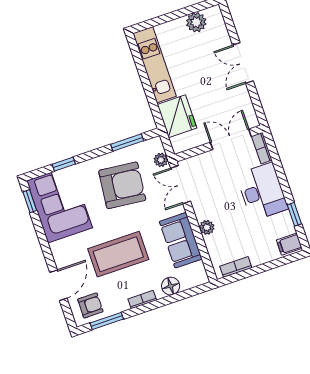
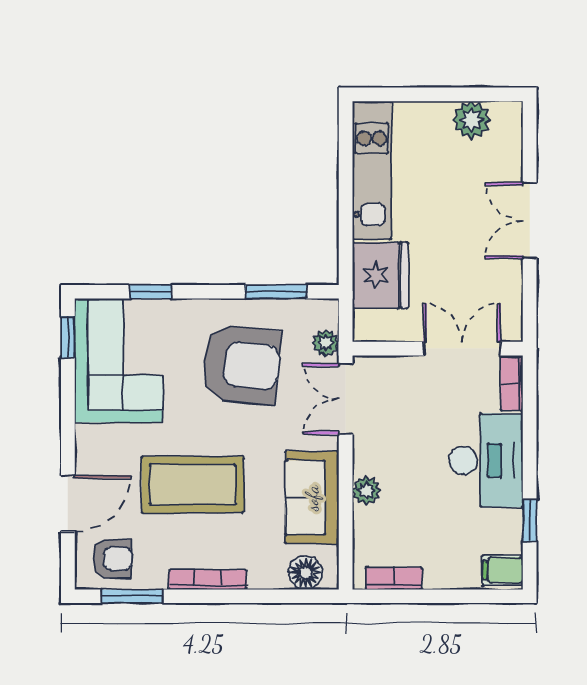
floor lamp: (171, 286) -> (306, 573), moved
bookcase: (142, 300) -> (208, 580), width x1.56

